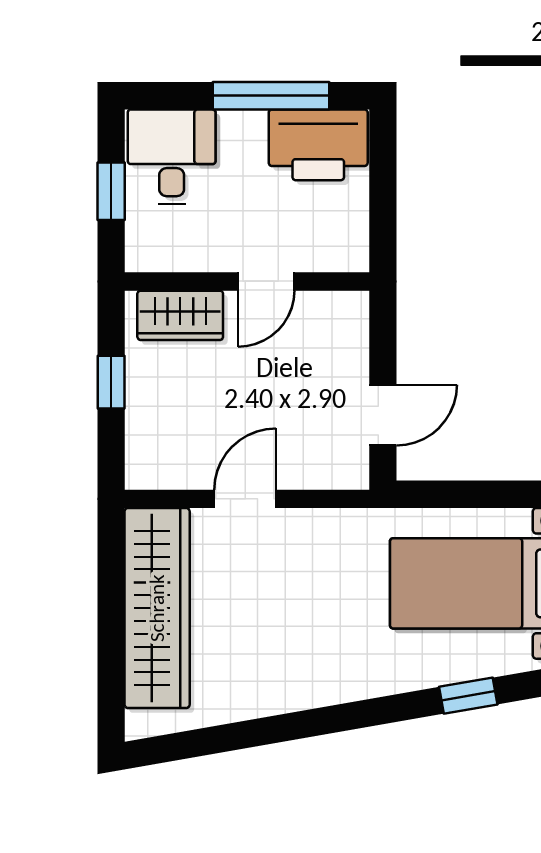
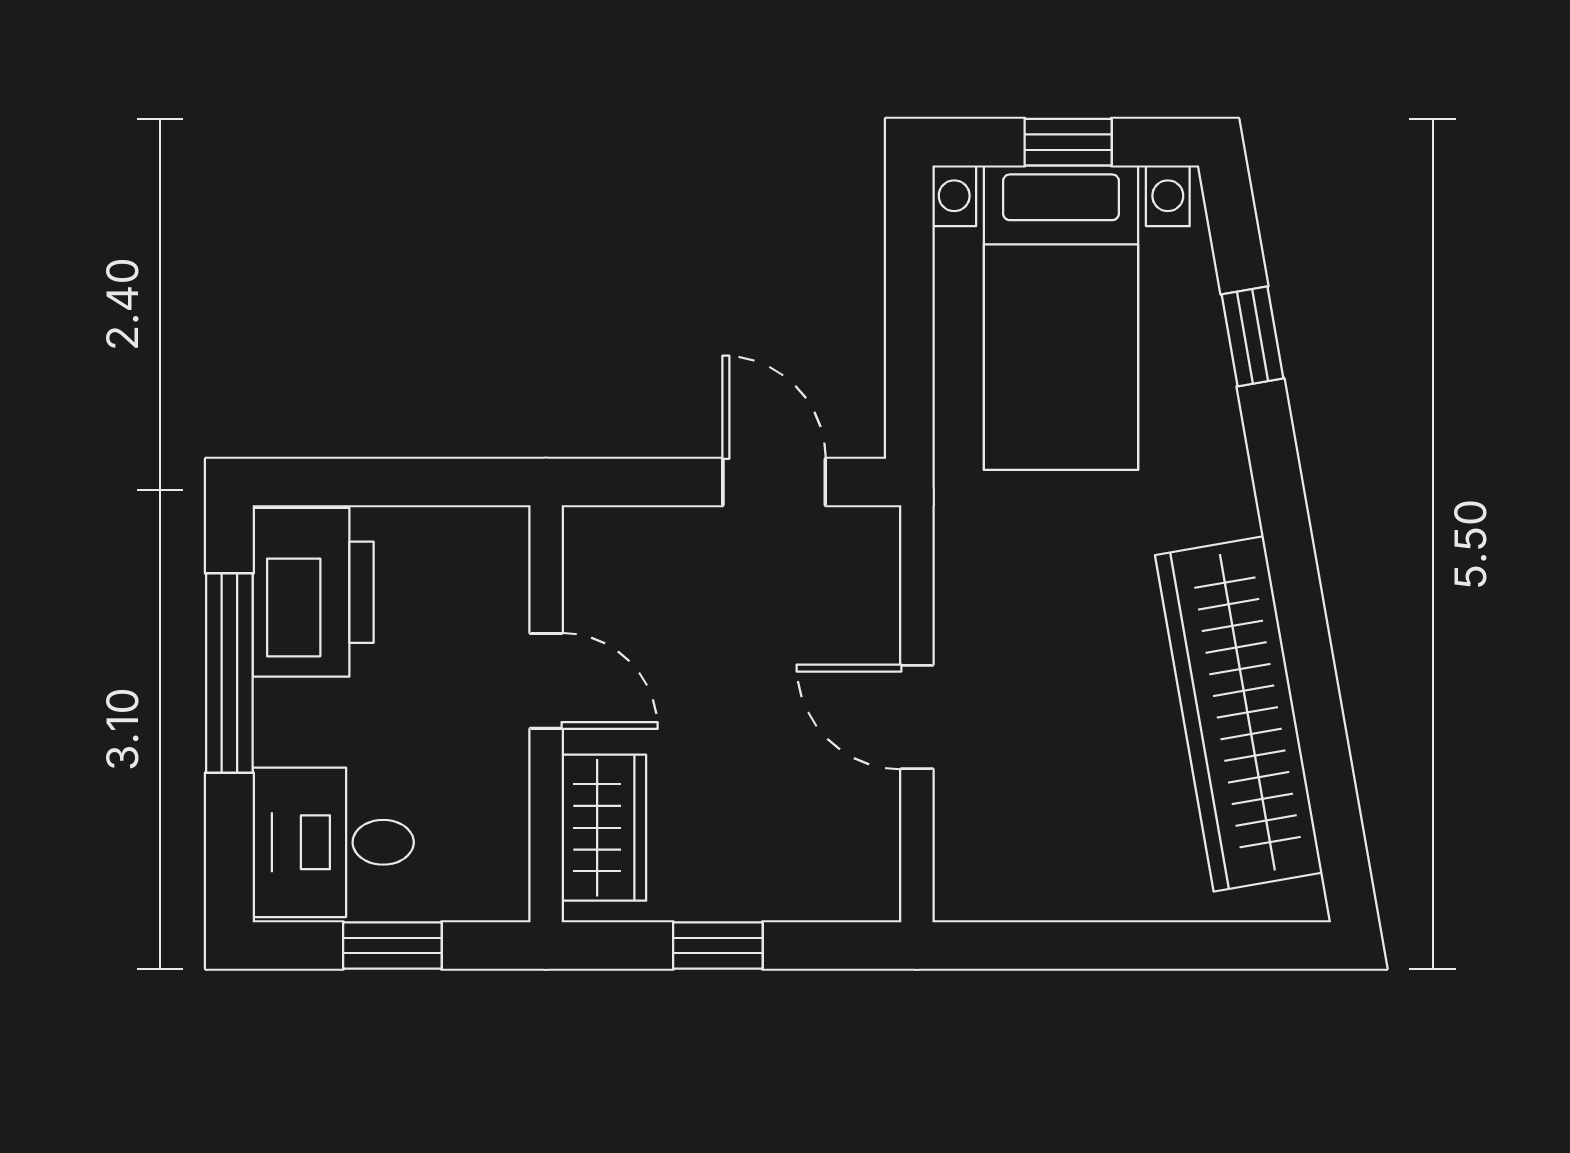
wardrobe: (157, 608) -> (1239, 714), moved, turned -100

